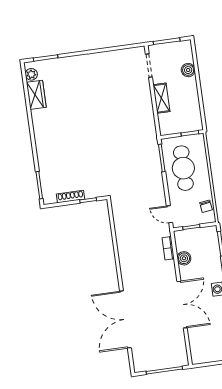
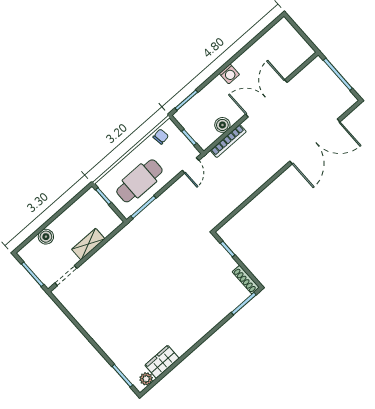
shoe rack: (70, 197) -> (246, 280), moved
bookcase: (168, 248) -> (228, 141), width x1.56

